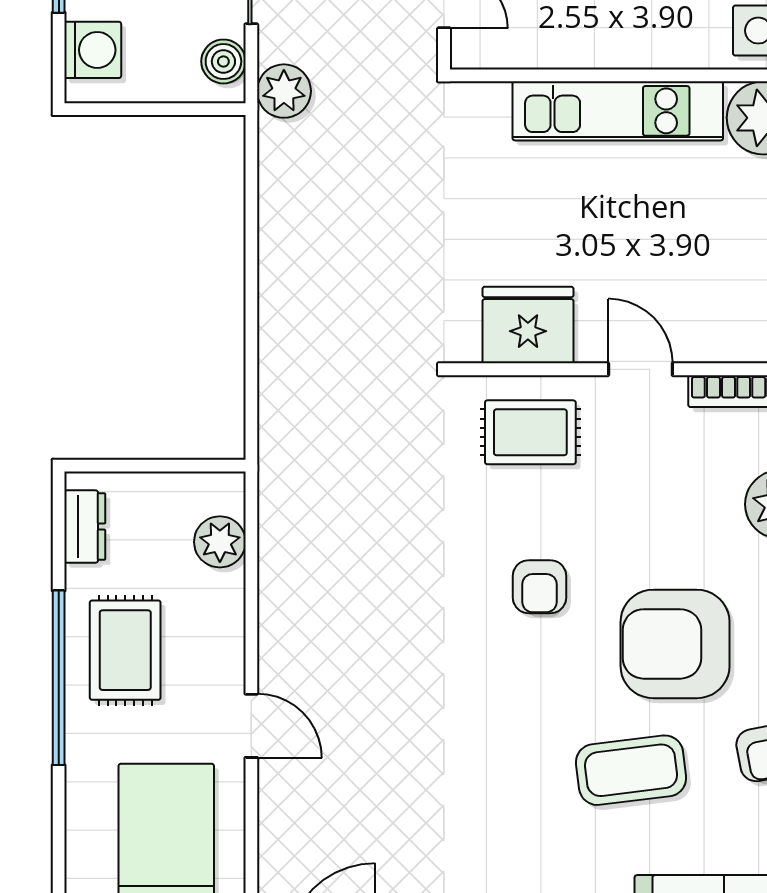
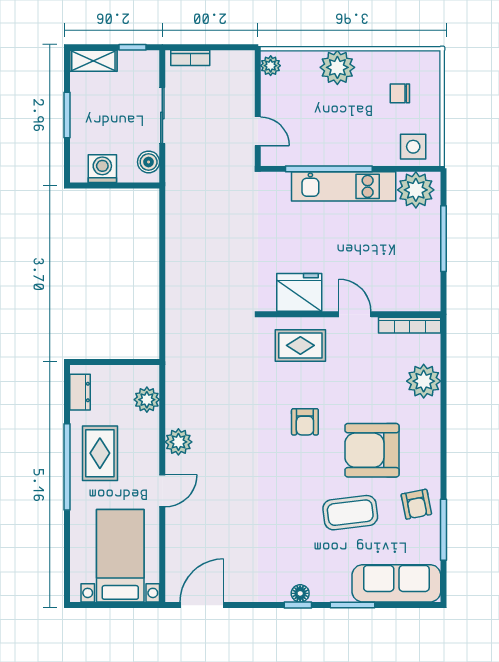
washing machine: (93, 50) -> (102, 169), moved, turned -90
window: (588, 75) -> (329, 169), added
plant: (284, 91) -> (178, 442), moved
door: (251, 726) -> (162, 491), hinge flipped

